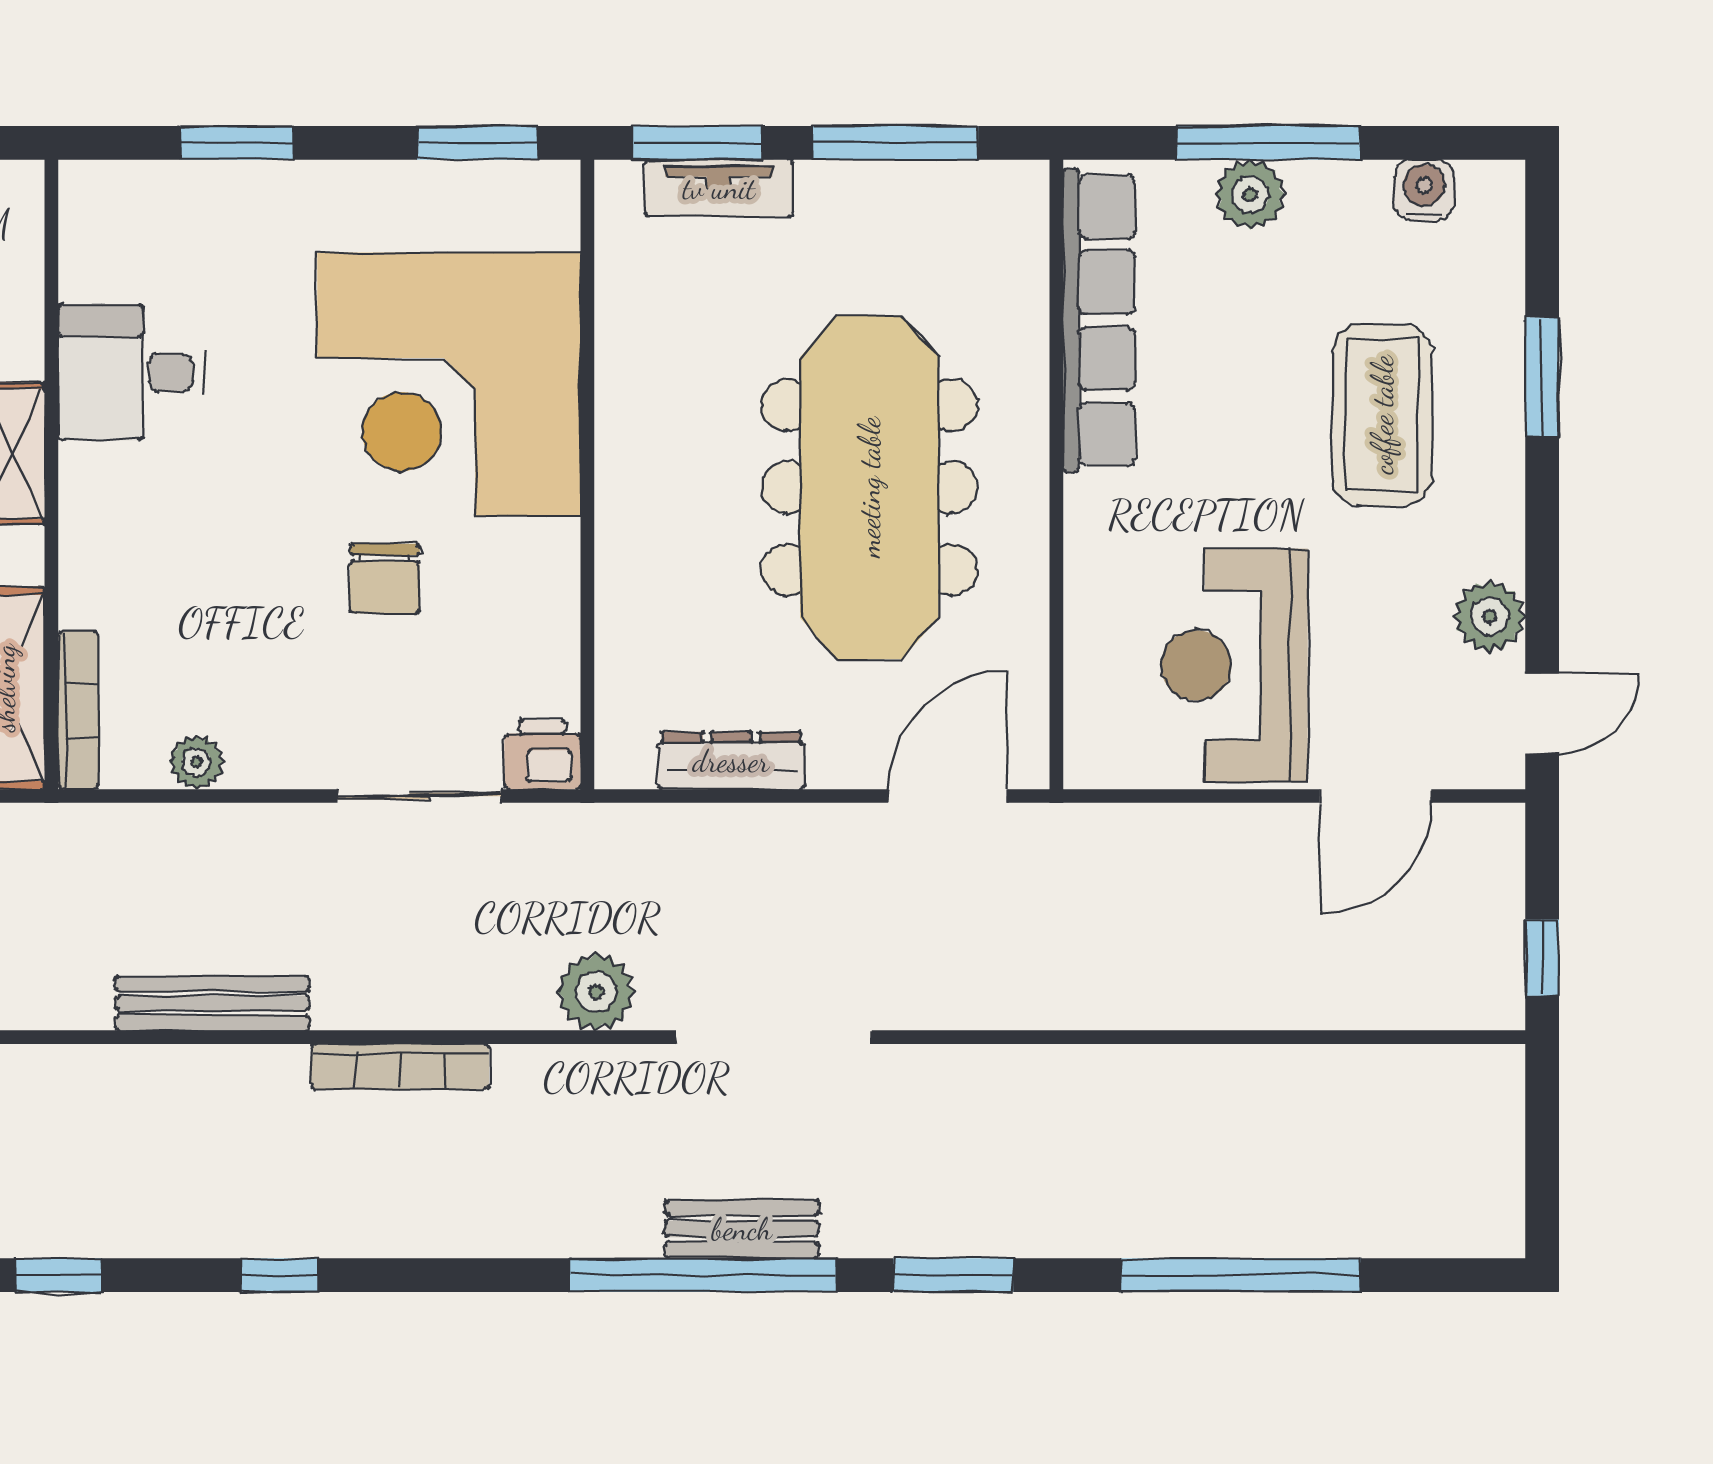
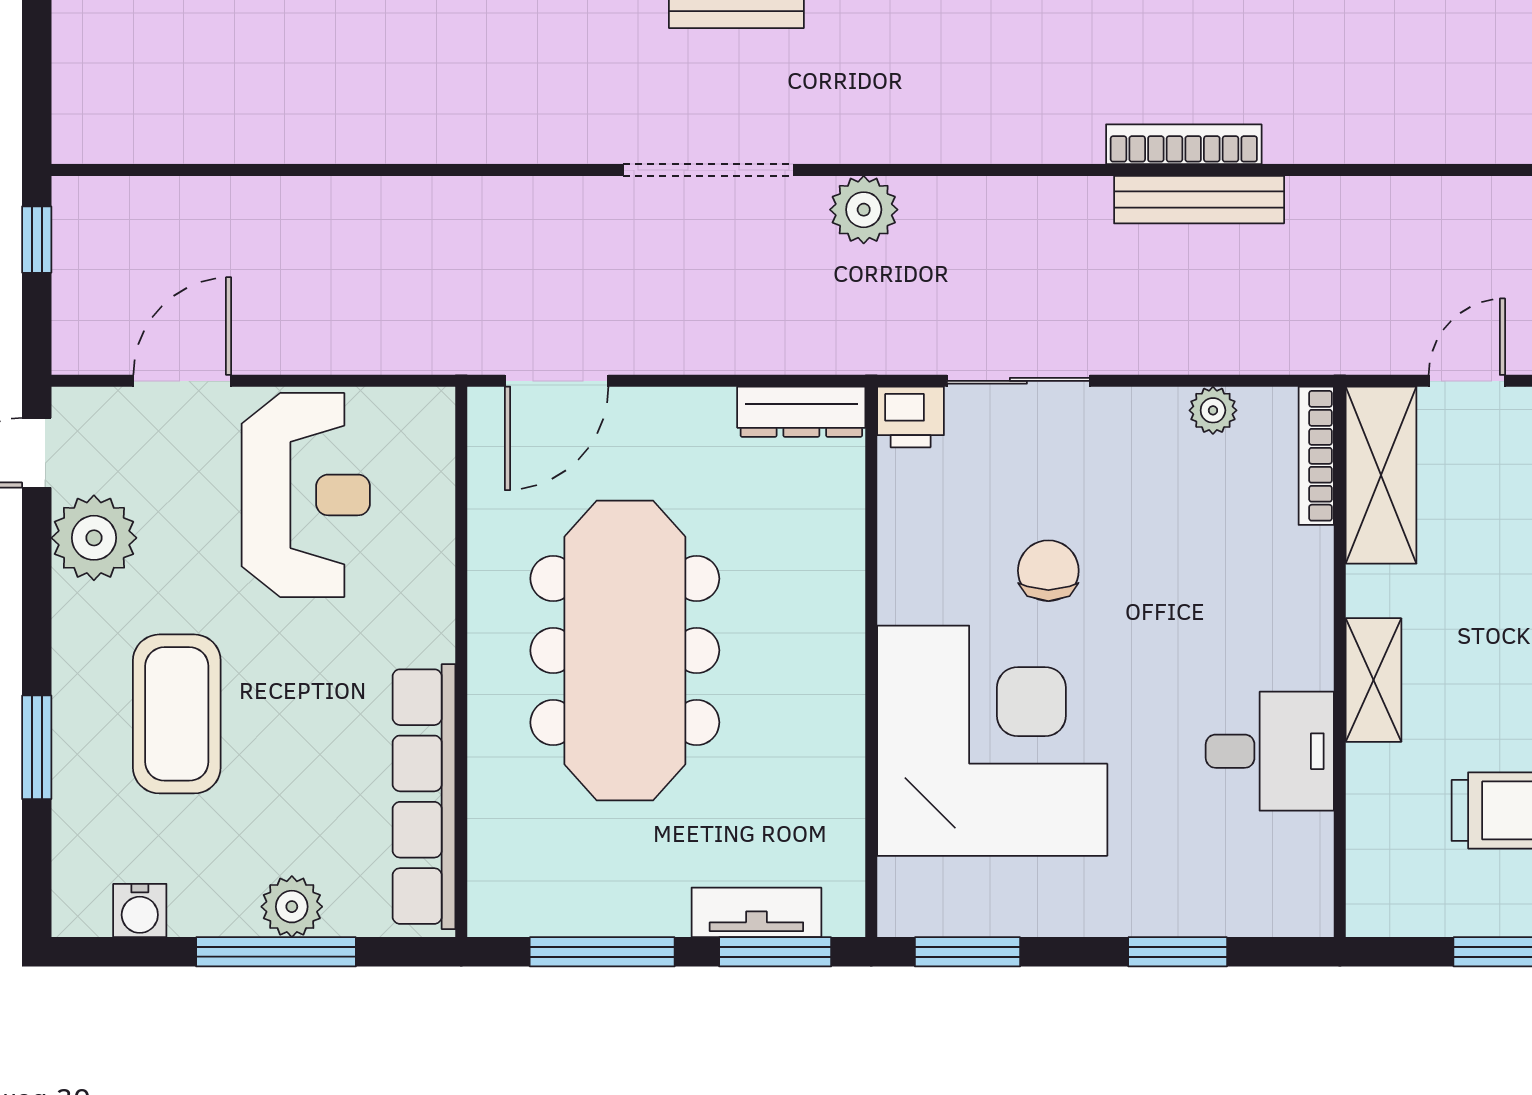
plant: (1490, 616) -> (94, 538), width x1.36, depth x1.36
dresser: (731, 761) -> (801, 412), moved
bookcase: (400, 1067) -> (1184, 144), moved

